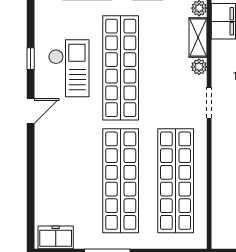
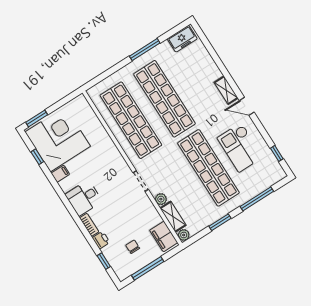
window: (31, 59) -> (277, 153), moved
door: (31, 111) -> (247, 106), hinge flipped
shelving: (43, 145) -> (226, 90), added

